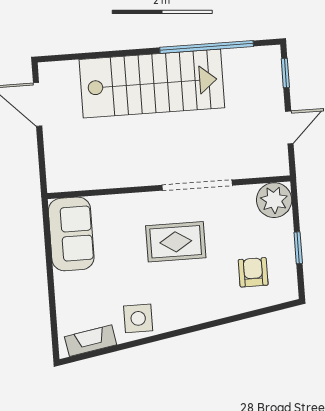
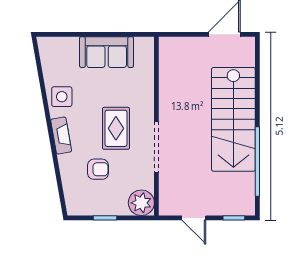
sofa: (71, 234) -> (107, 52), moved
armchair: (253, 272) -> (98, 169), moved
fireplace: (91, 341) -> (61, 136), moved

